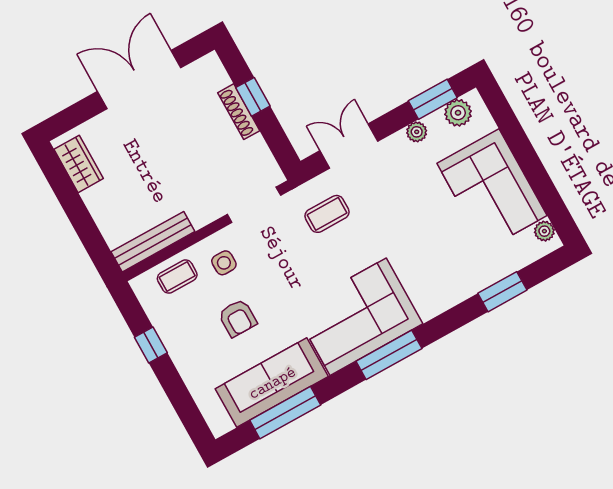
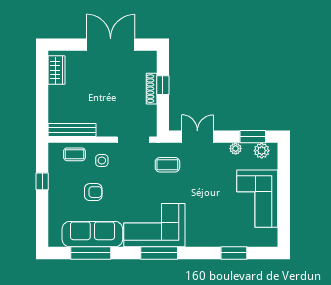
plant: (544, 231) -> (272, 234), removed
armchair: (238, 318) -> (93, 192), turned -90

